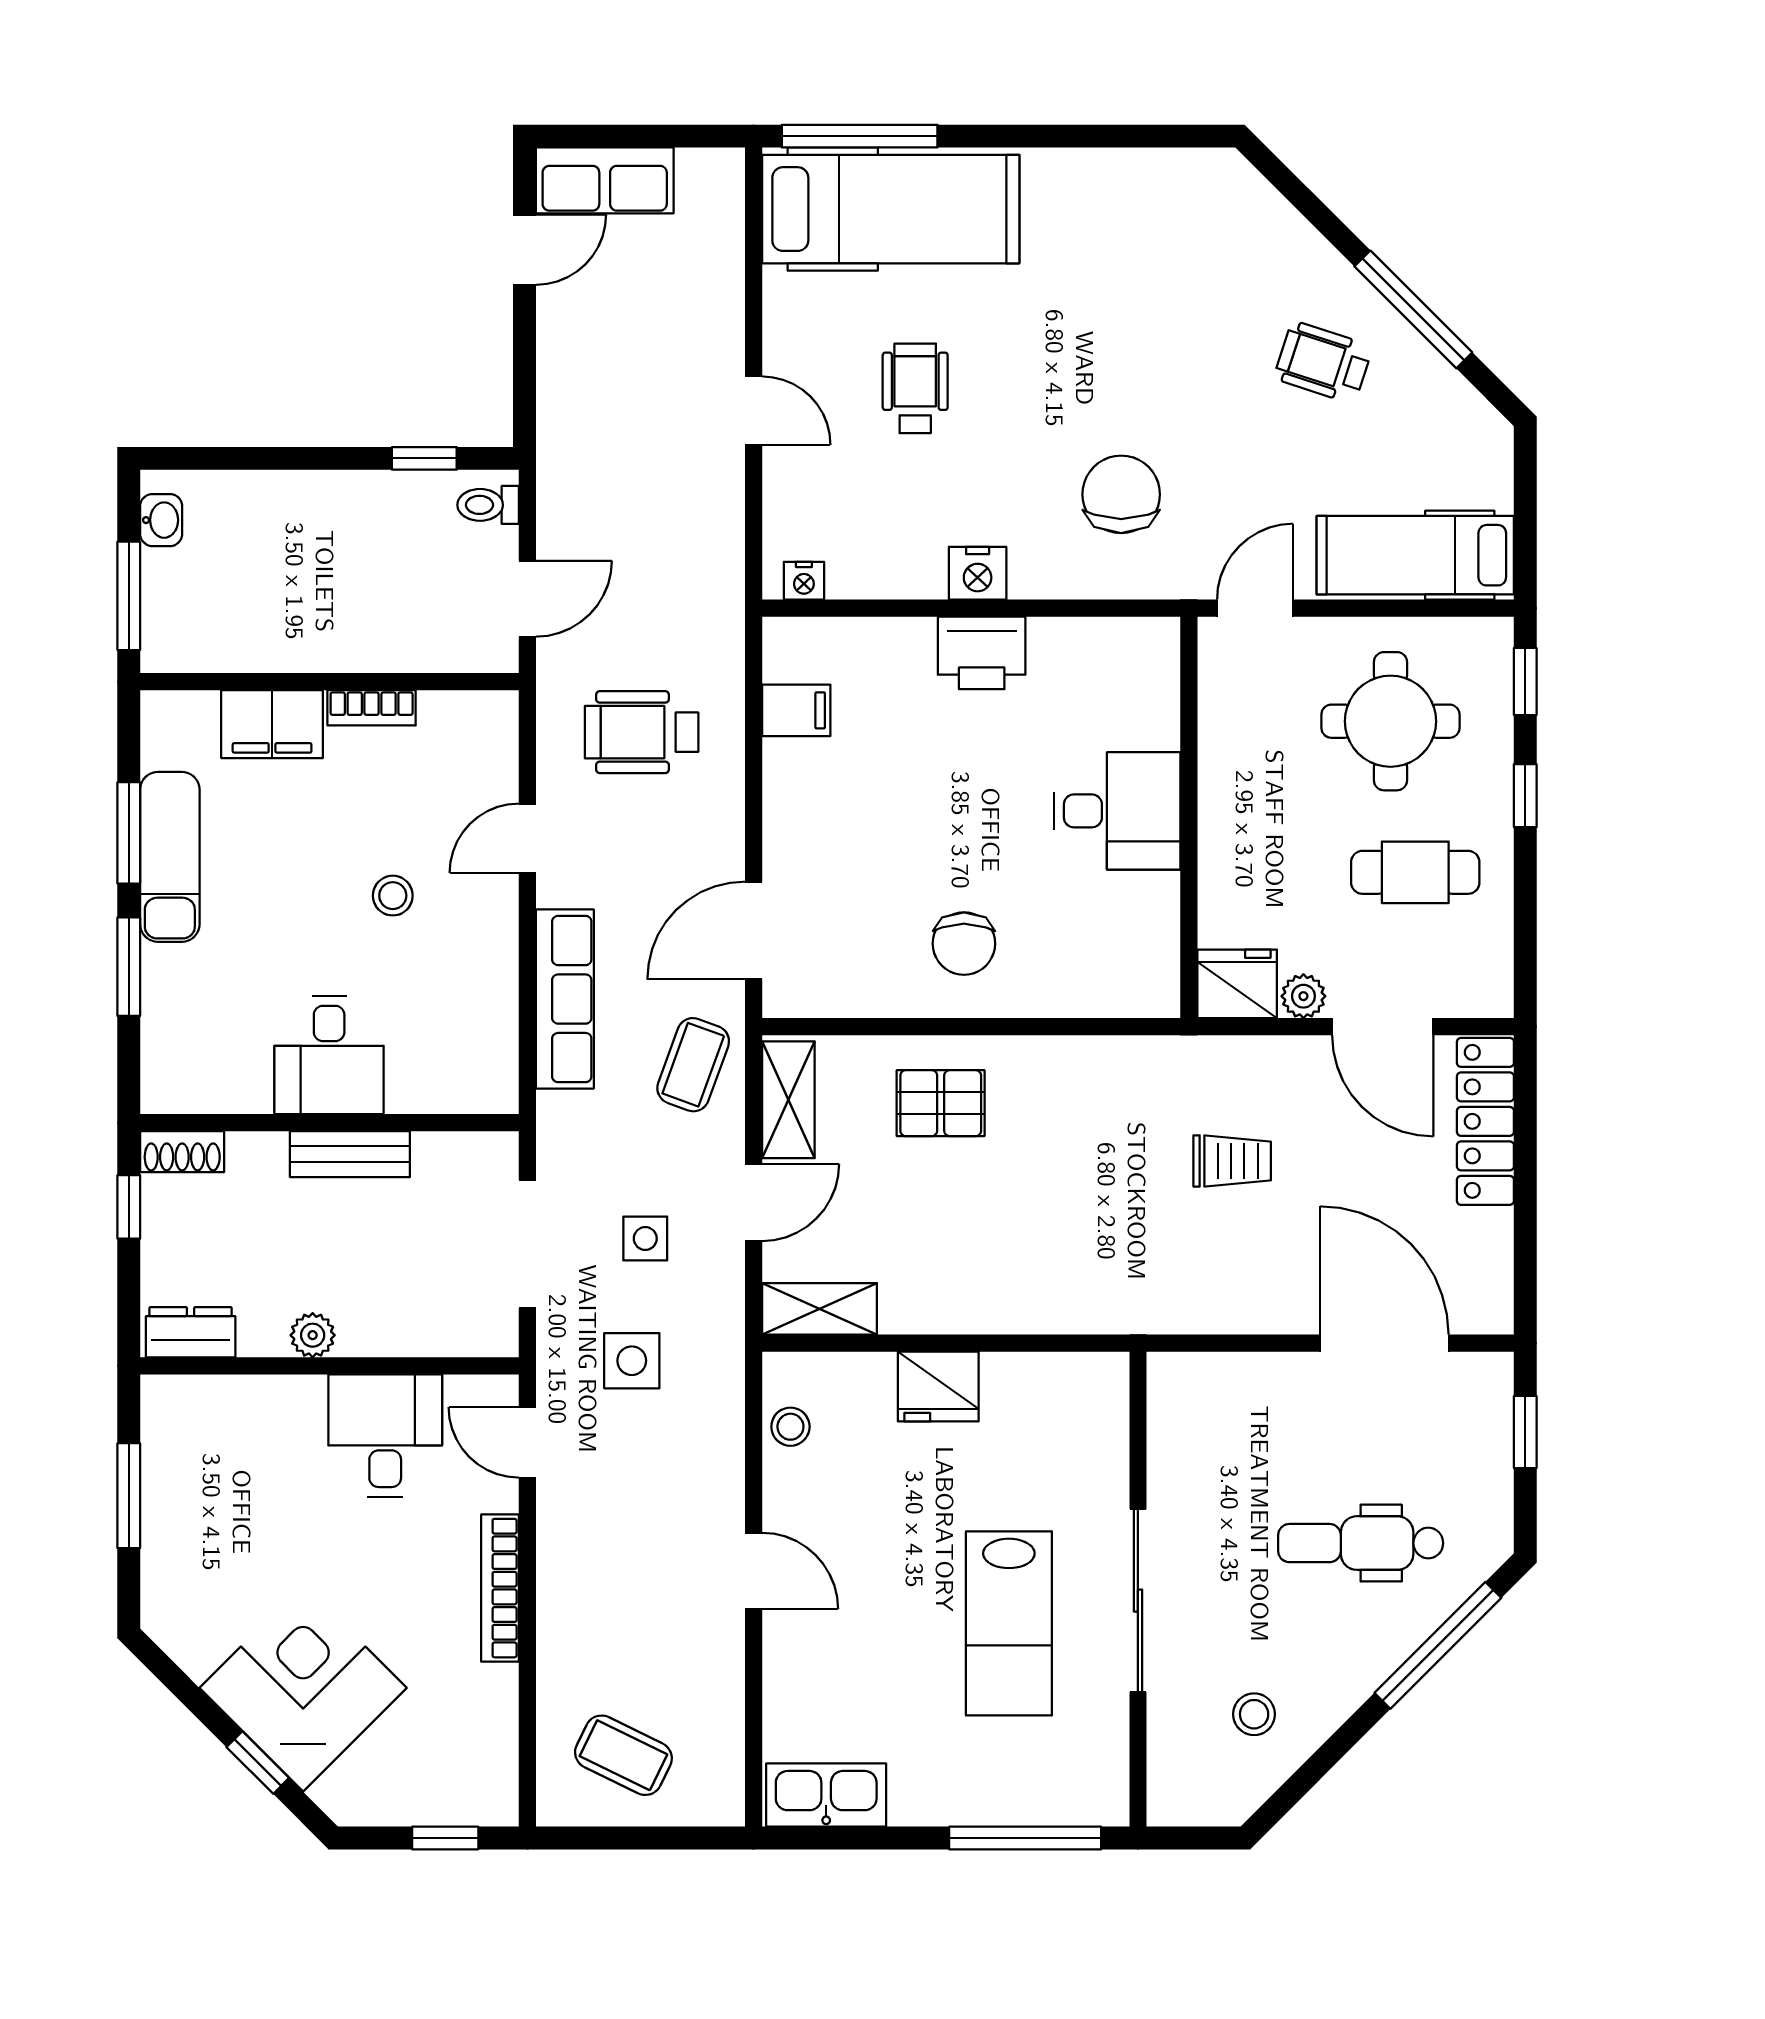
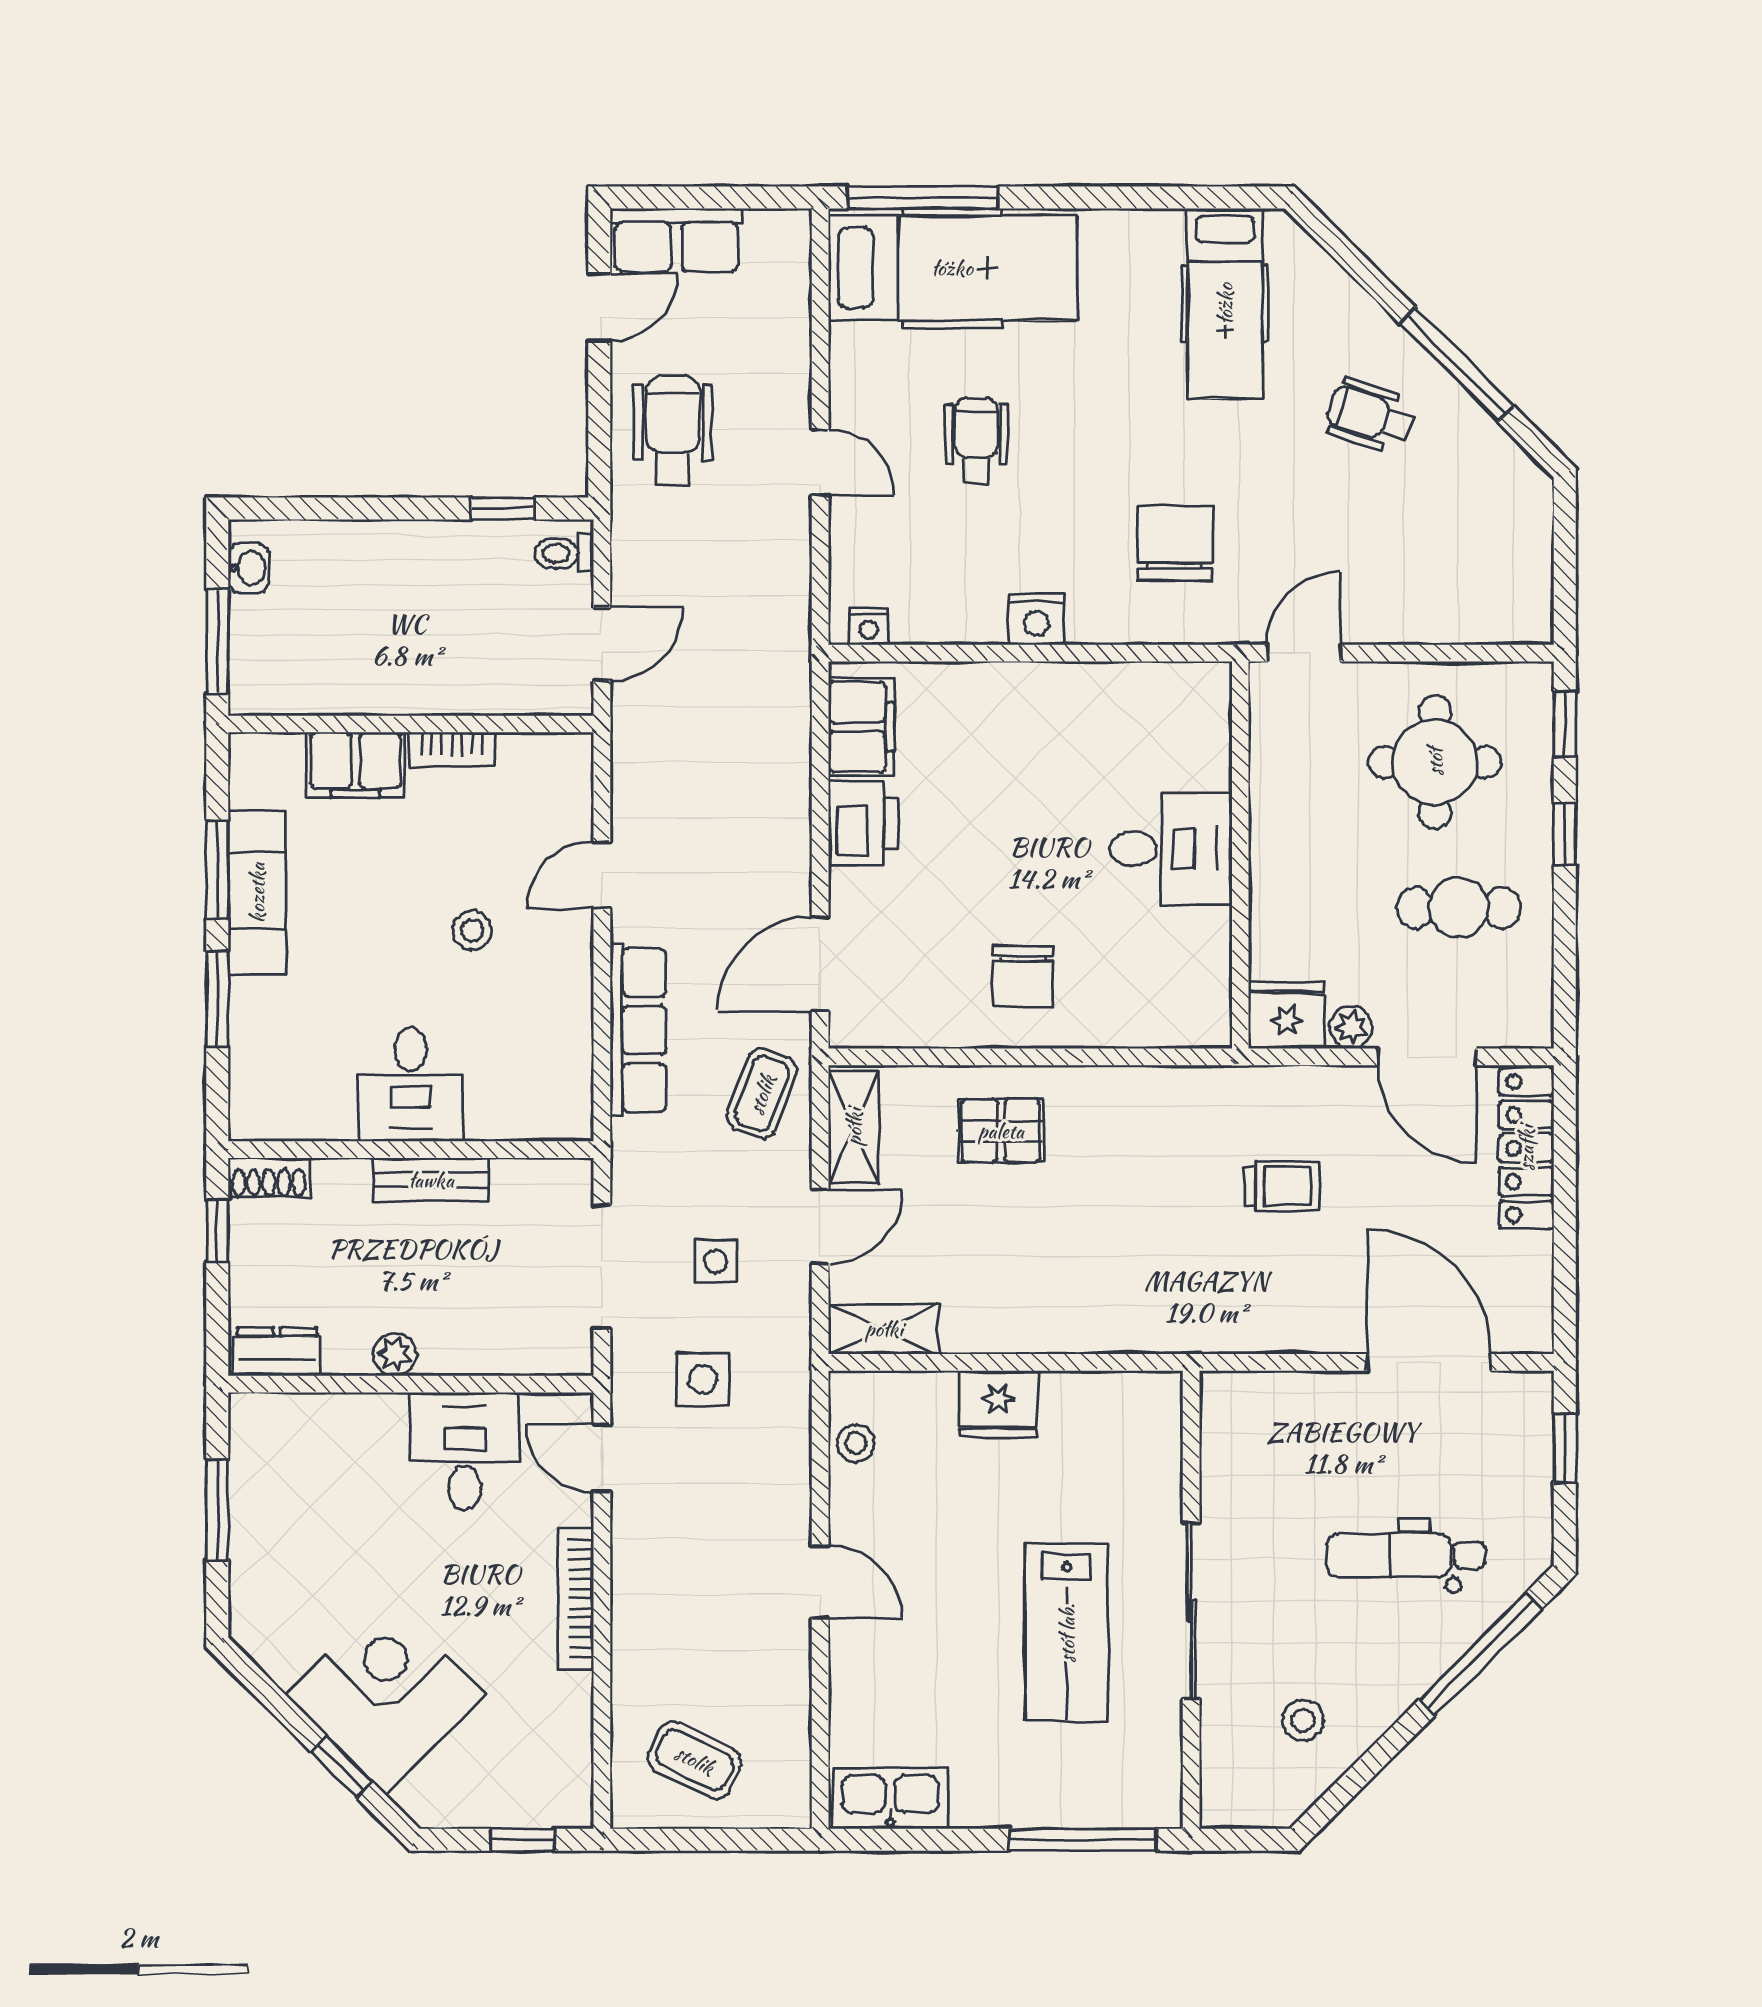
hospital bed: (1415, 555) -> (1225, 304), moved, turned -90
printer: (982, 653) -> (863, 823), moved, turned -90
filing cabinet: (796, 710) -> (861, 727), width x2.00
wheelchair: (642, 732) -> (673, 431), moved, turned 90

